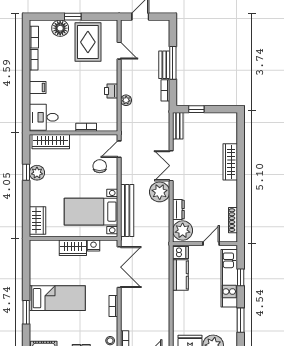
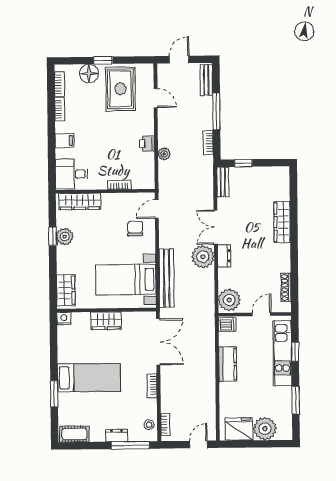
bench: (164, 65) -> (206, 80), moved
dresser: (178, 210) -> (224, 256), moved
nightstand: (94, 246) -> (64, 319), moved
kitchen counter: (180, 275) -> (228, 364), moved

